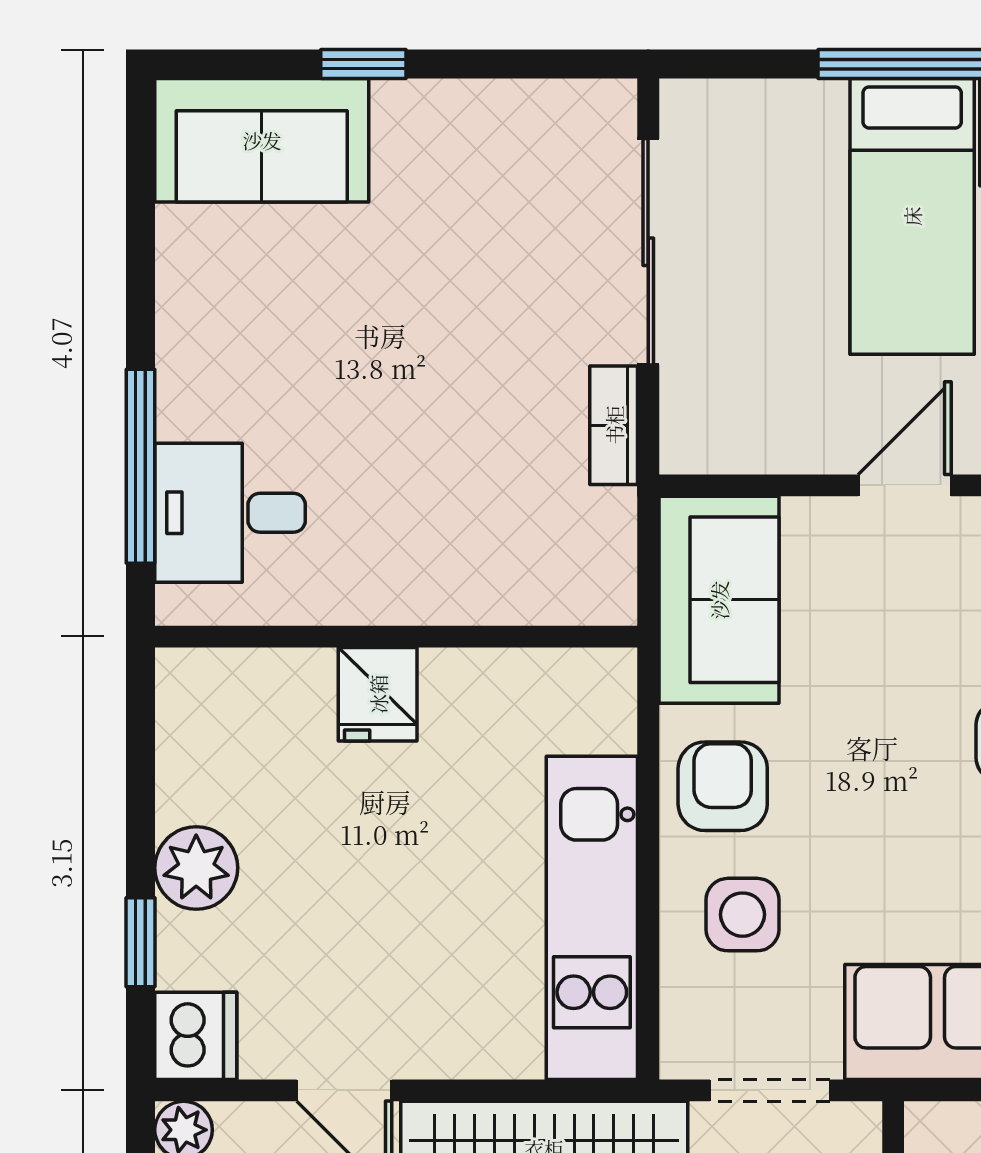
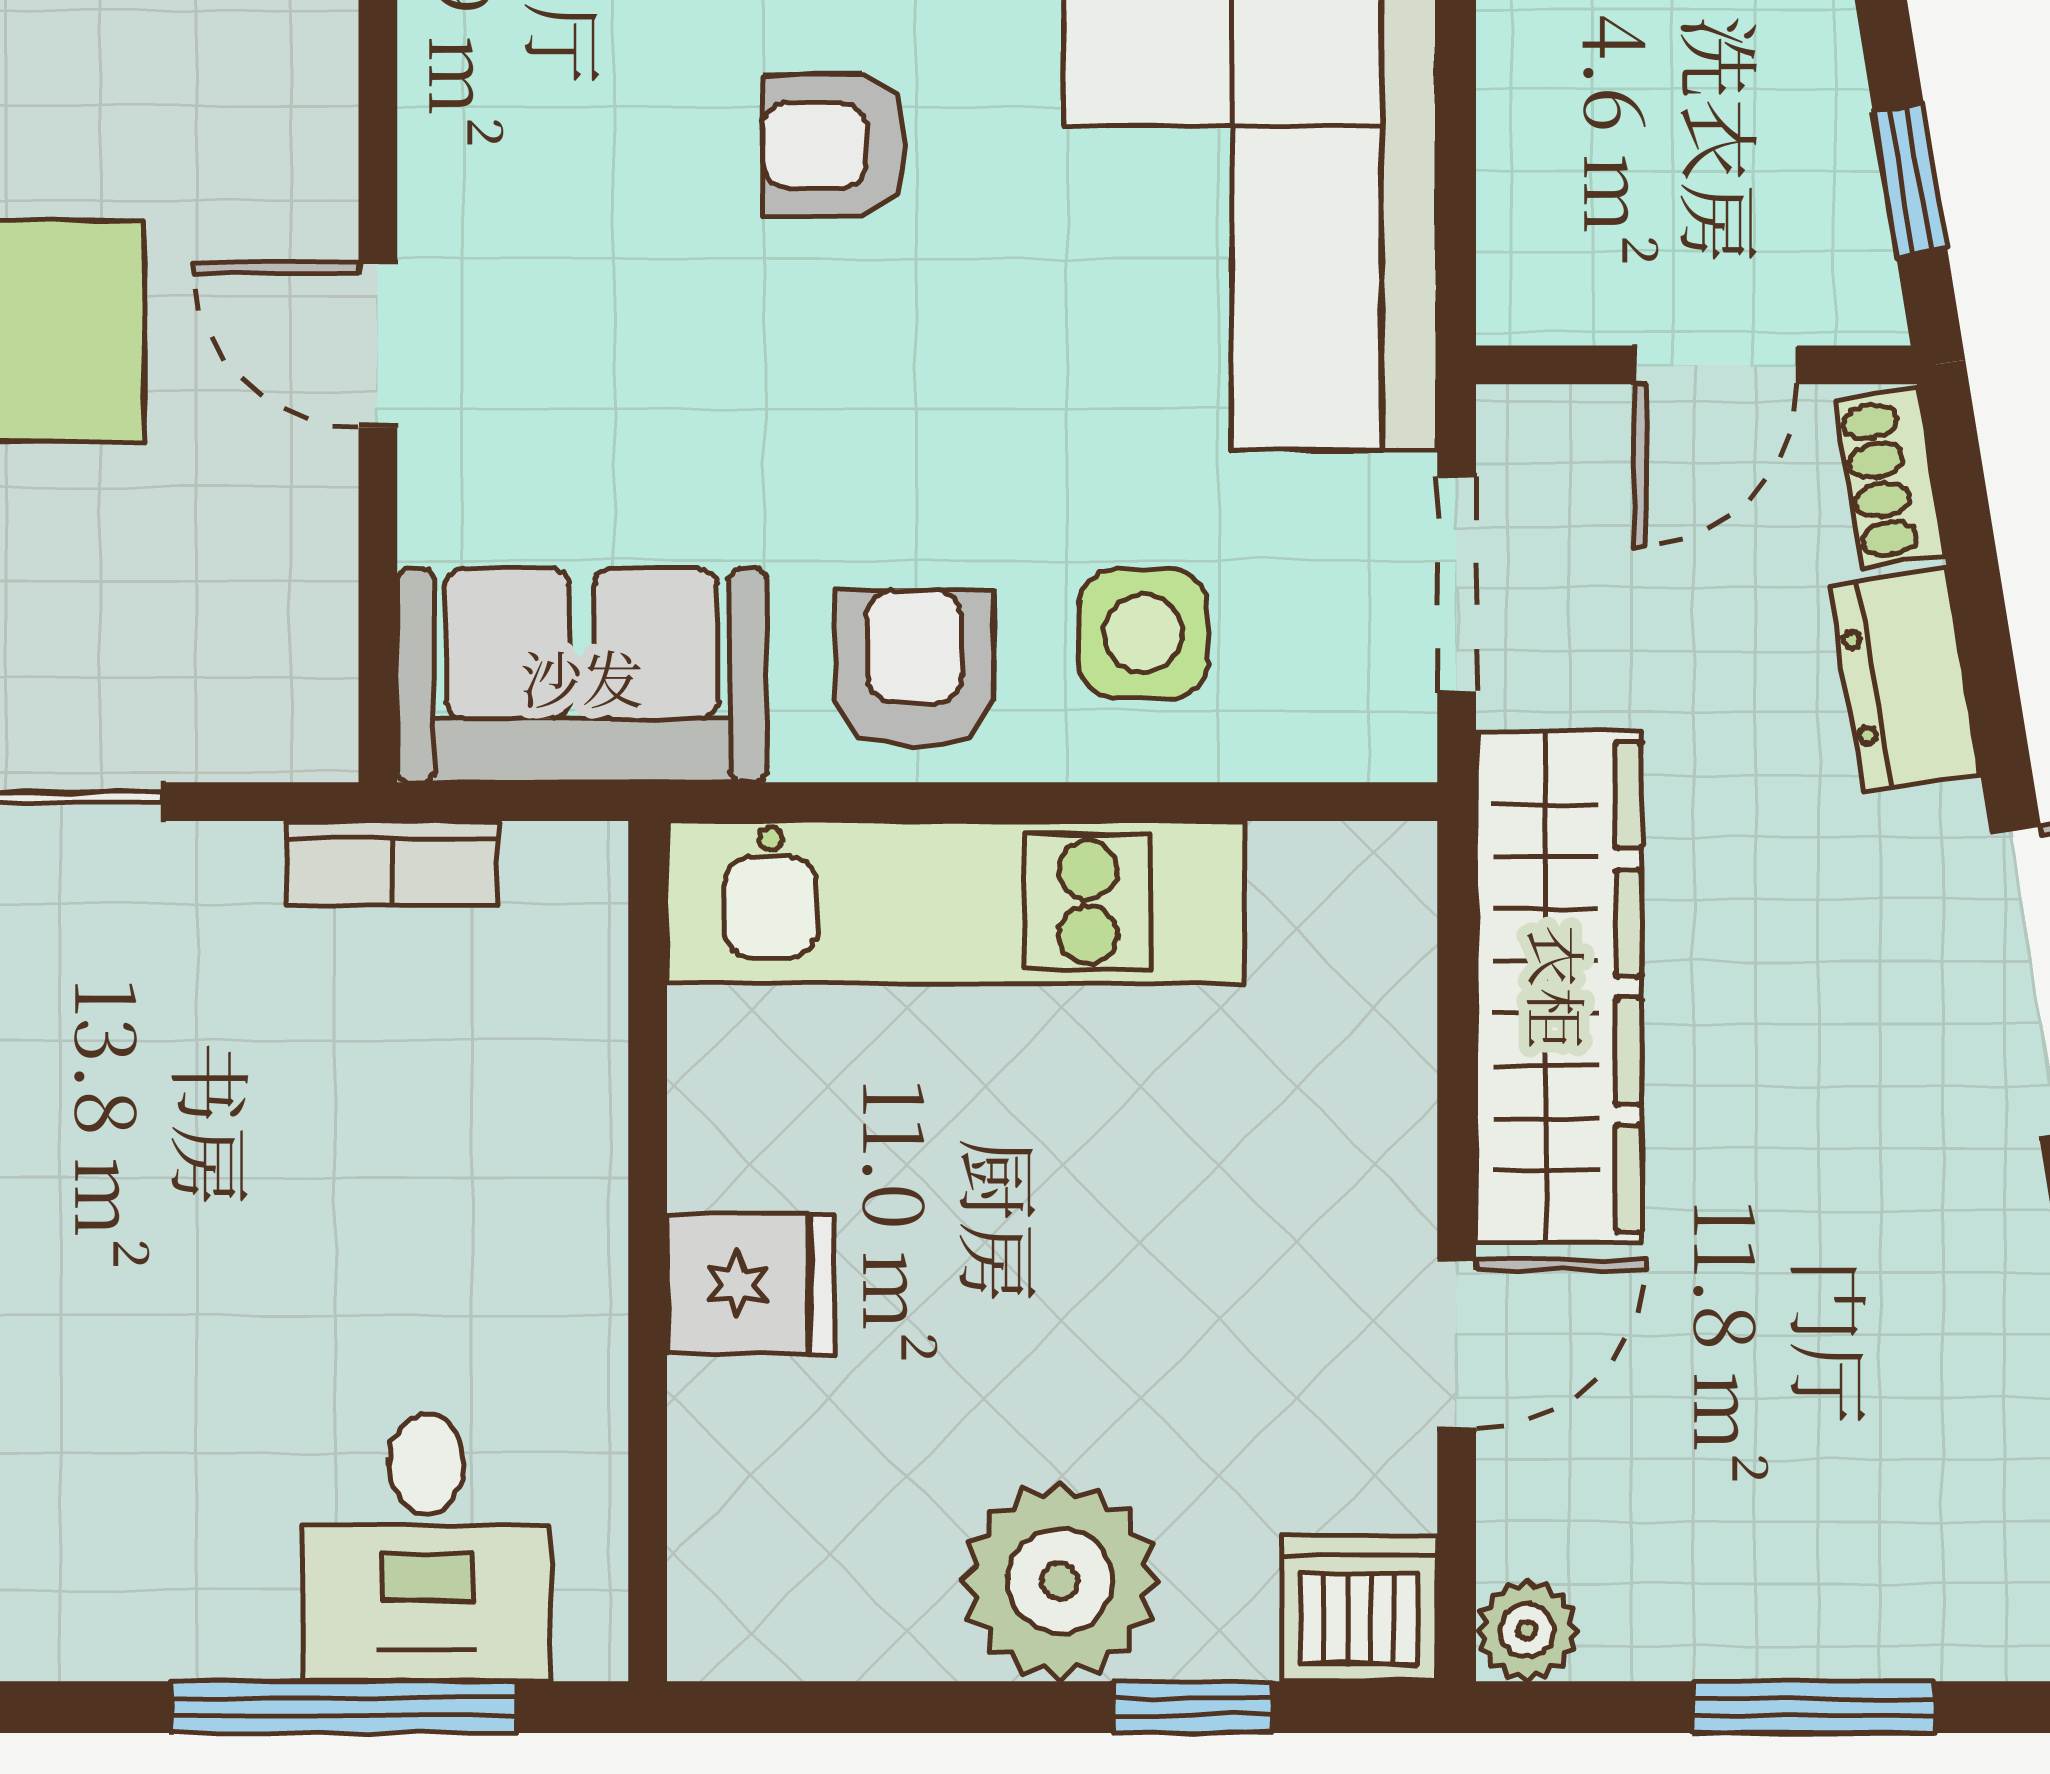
bookcase: (614, 425) -> (392, 863), moved
armchair: (723, 786) -> (914, 669), turned 90
plant: (196, 868) -> (1060, 1581), width x1.36, depth x1.36
kitchen unit: (592, 918) -> (955, 902), moved

